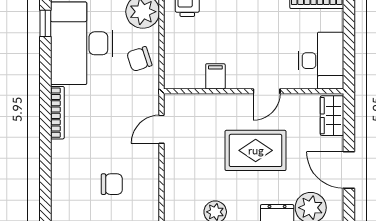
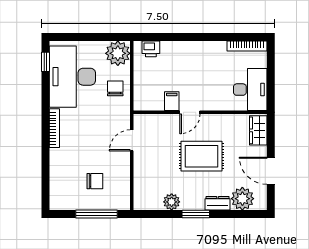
chair: (139, 59) -> (115, 88), turned 108
door: (267, 91) -> (190, 112), moved

